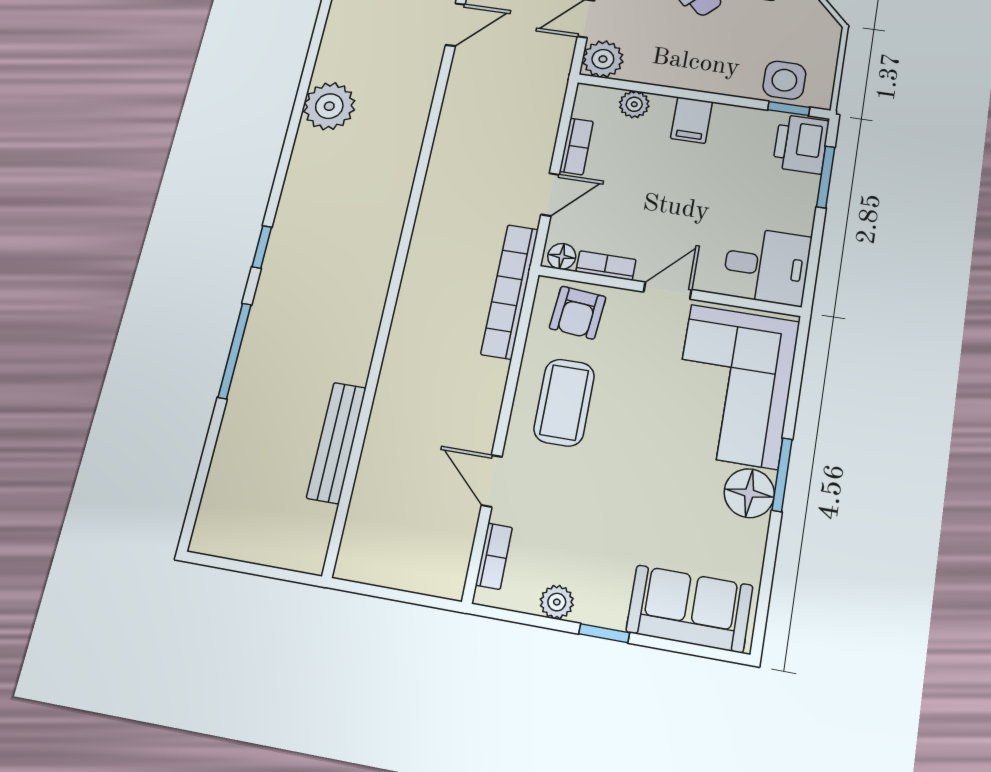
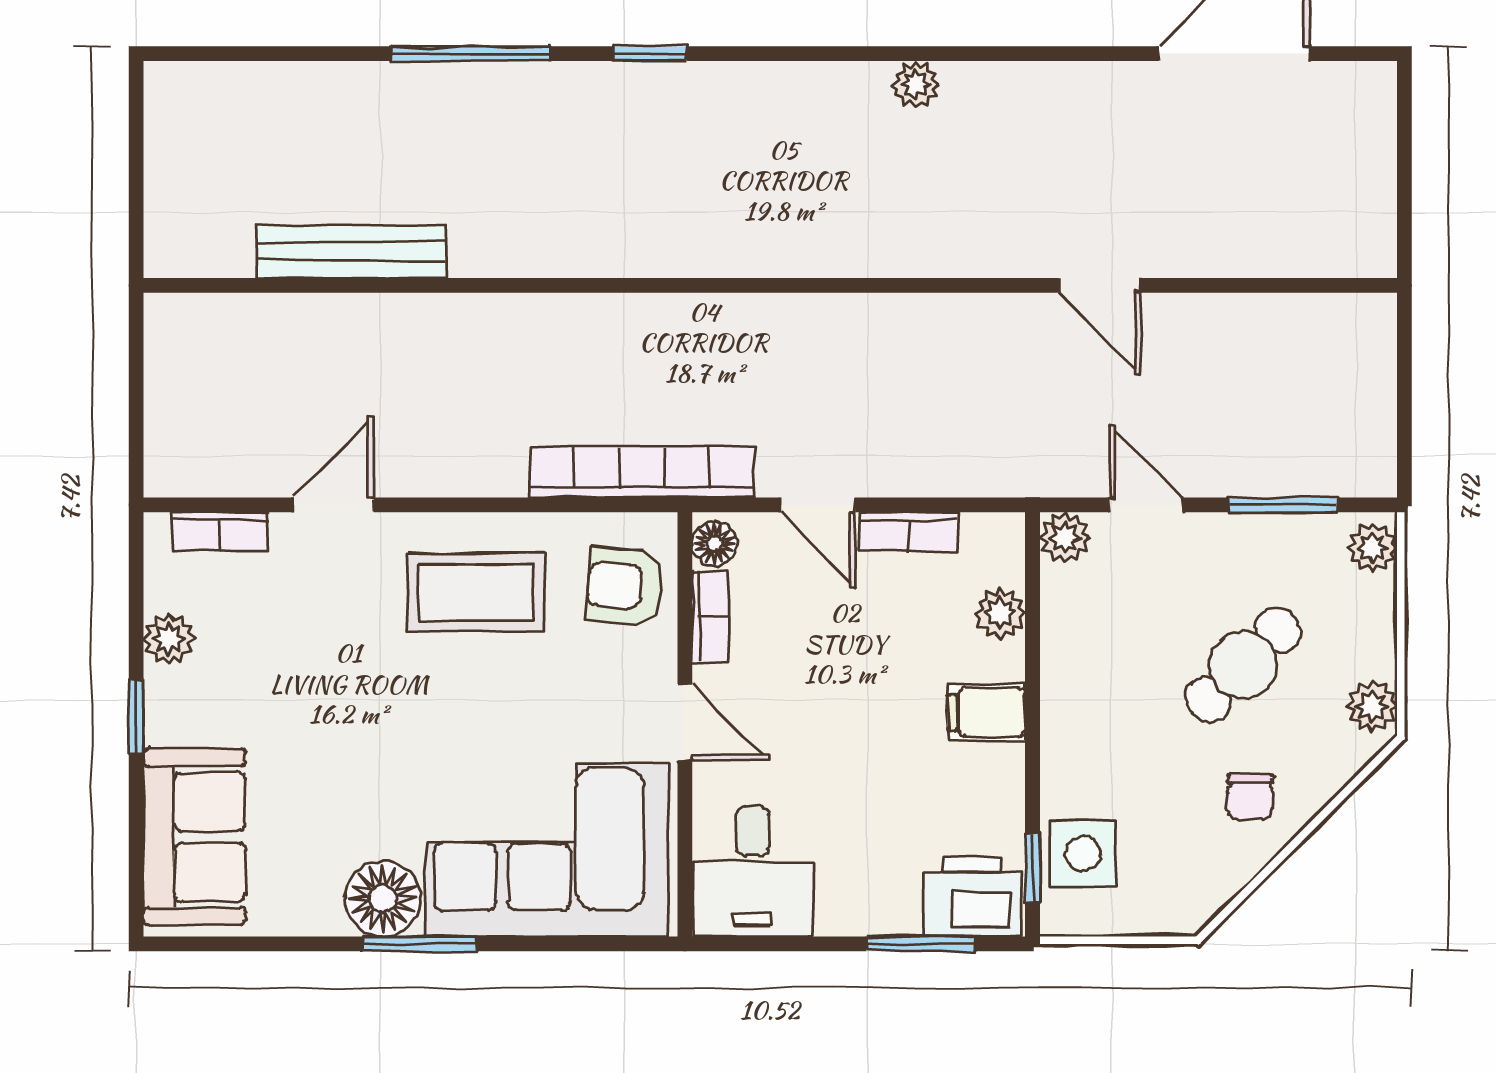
plant: (603, 59) -> (1065, 537), width x0.73, depth x0.73
plant: (329, 106) -> (916, 85), width x0.53, depth x0.53

